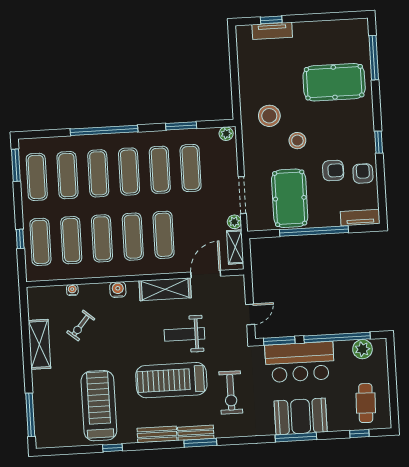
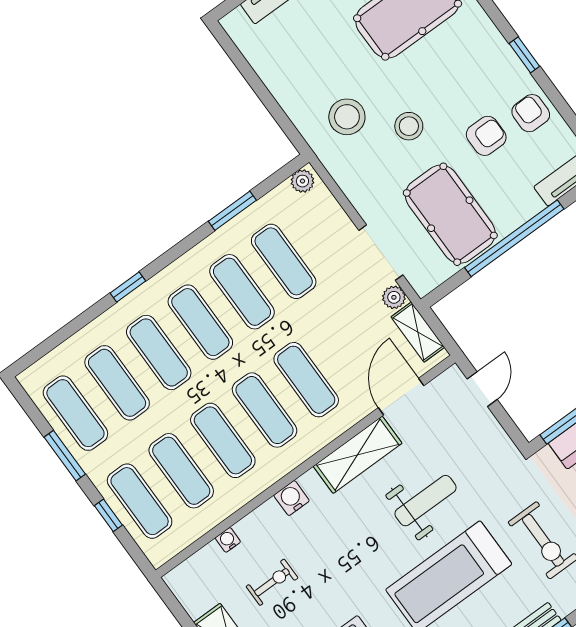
window: (104, 130) -> (128, 287), width x0.32
window: (16, 165) -> (65, 456), moved
door: (250, 314) -> (482, 389), moved
exercise bike: (81, 326) -> (272, 582), turned -130
weight bench: (184, 334) -> (426, 501), turned 180

